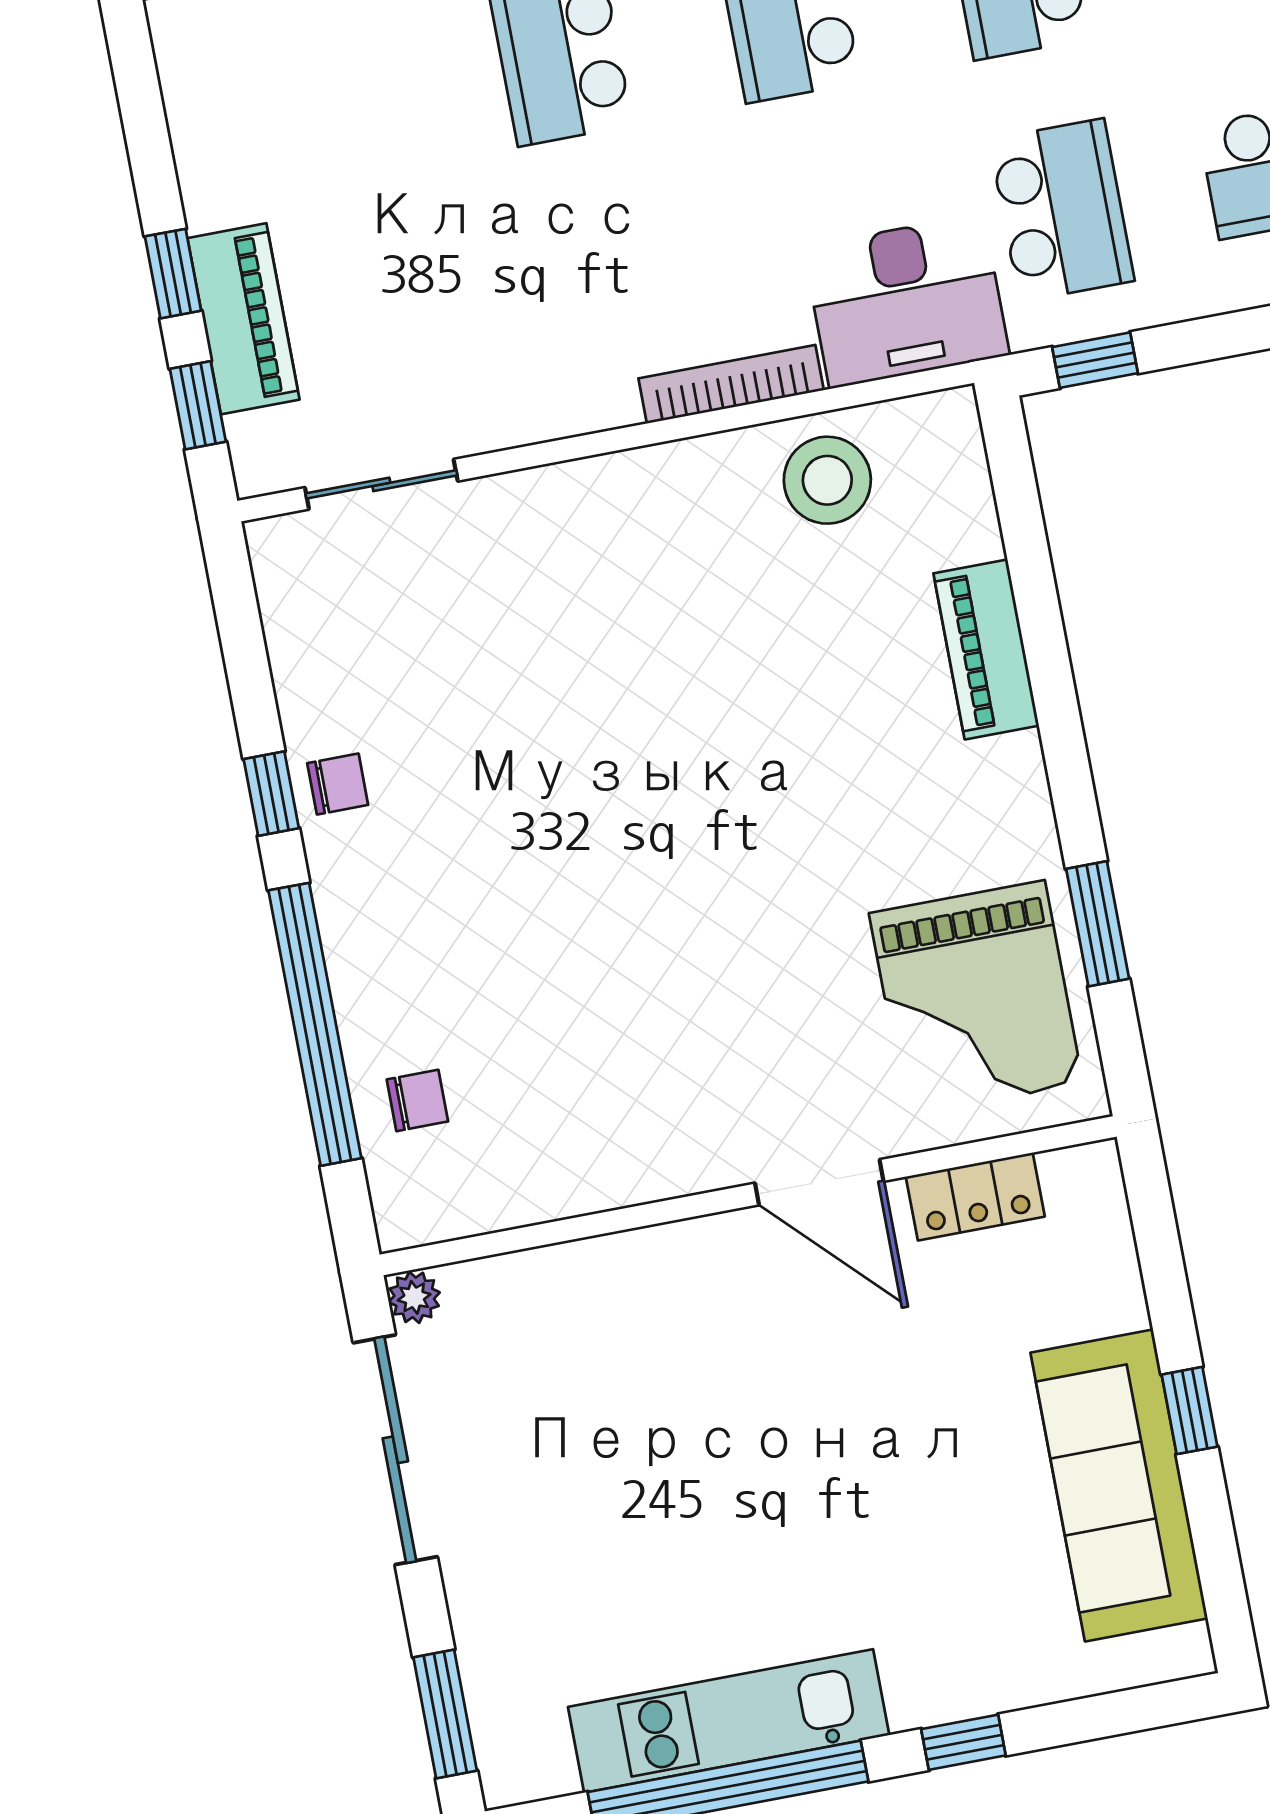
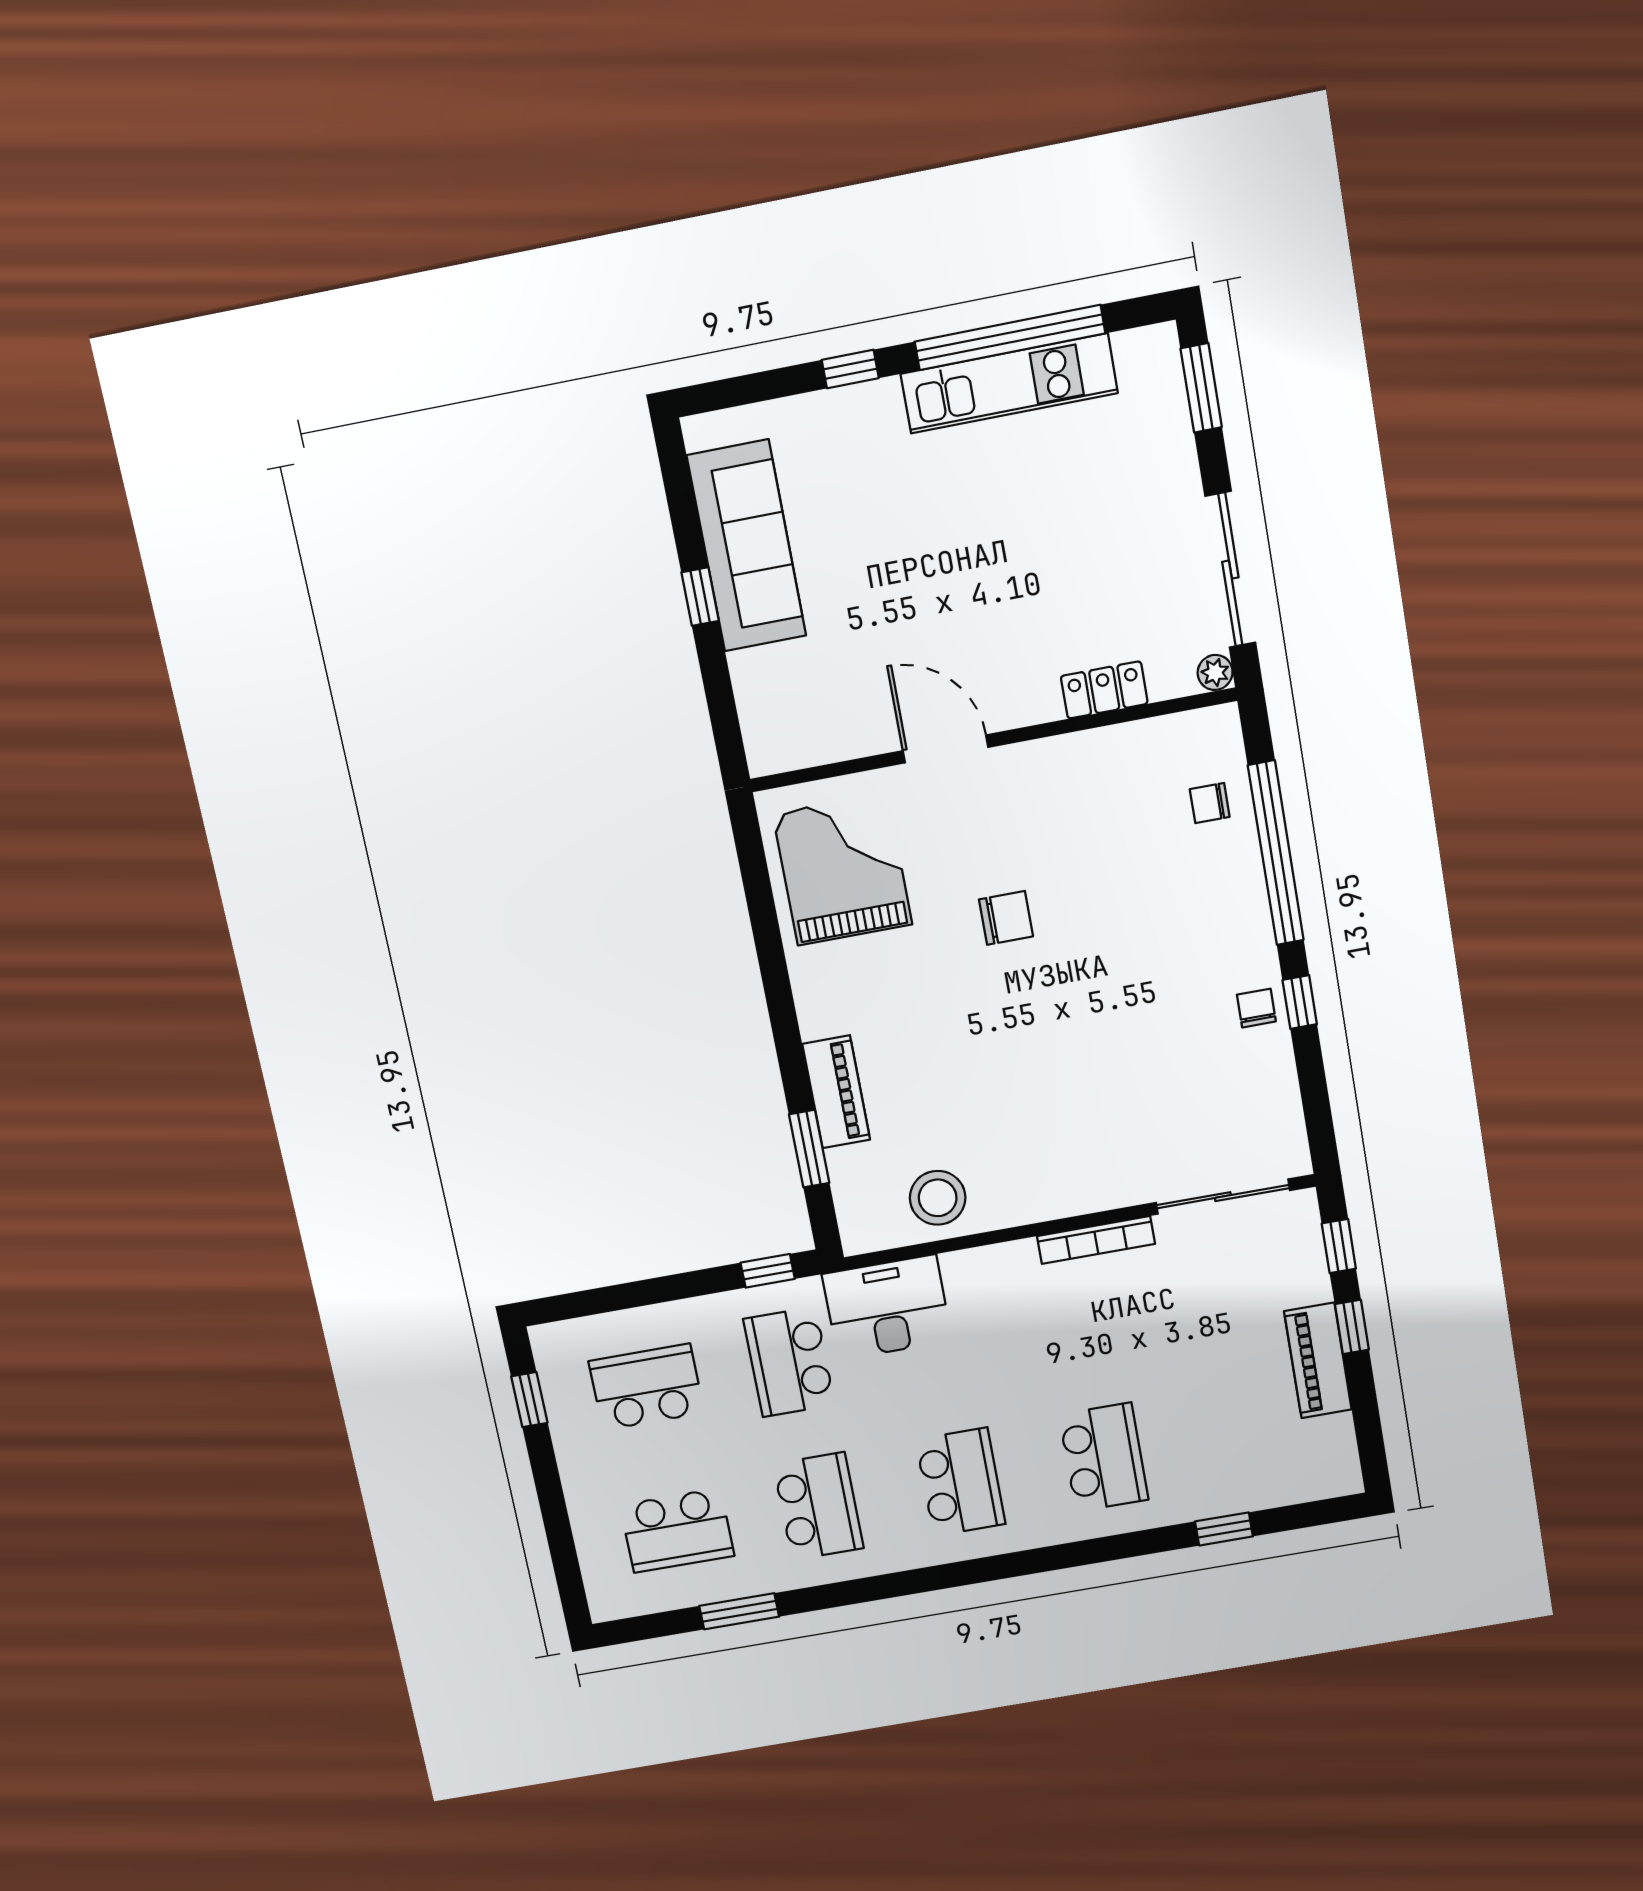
piano: (244, 319) -> (1318, 1360), moved
bookcase: (731, 384) -> (1096, 1240), moved
sliding door: (381, 484) -> (1223, 1197), width x1.37
chair: (338, 784) -> (1256, 1008), turned 90
chair: (725, 924) -> (1006, 918), added
window: (1098, 924) -> (809, 1149), moved
locker: (975, 1197) -> (1104, 690), moved

